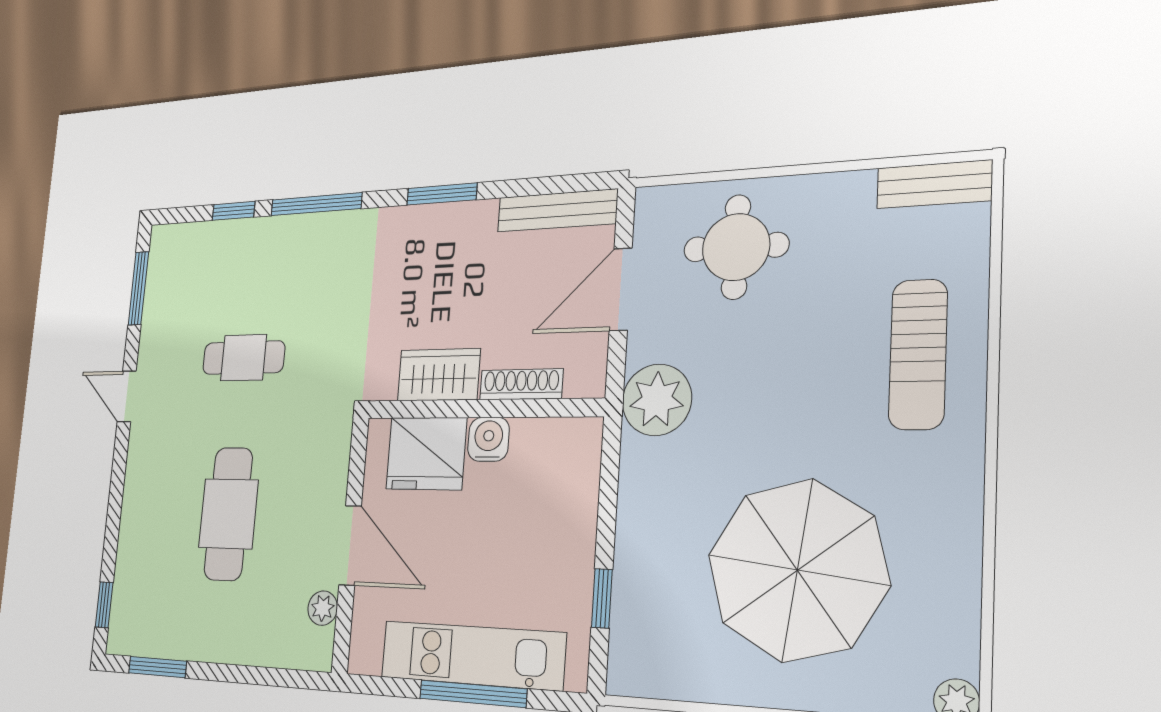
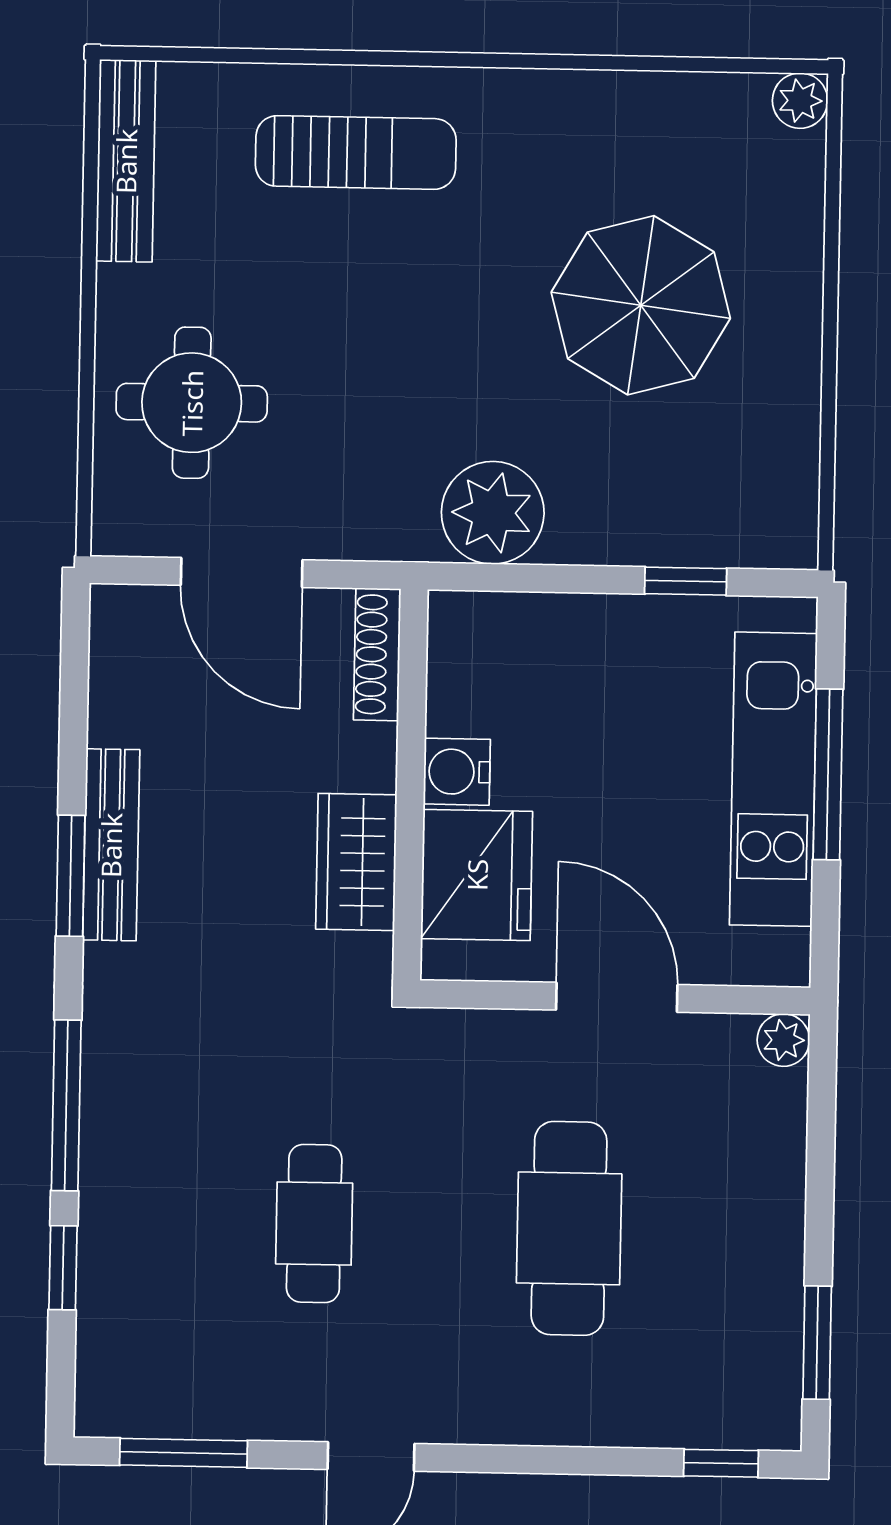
bench: (934, 184) -> (126, 161), width x1.36
bench: (557, 211) -> (111, 845), moved
shoe rack: (521, 384) -> (377, 654), moved
plant: (657, 400) -> (493, 513), moved
cafe table: (228, 514) -> (569, 1228), turned 90
door: (350, 545) -> (617, 997), hinge flipped
parasol: (797, 570) -> (641, 305), width x0.73, depth x0.73
plant: (323, 608) -> (783, 1040), moved

